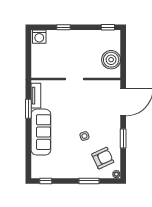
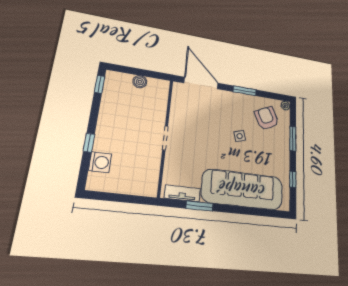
washing machine: (39, 37) -> (100, 162), moved
boiler: (111, 60) -> (140, 82), width x0.54, depth x0.54
sofa: (41, 132) -> (243, 189), width x1.36, depth x1.27
window: (46, 181) -> (293, 179), moved

